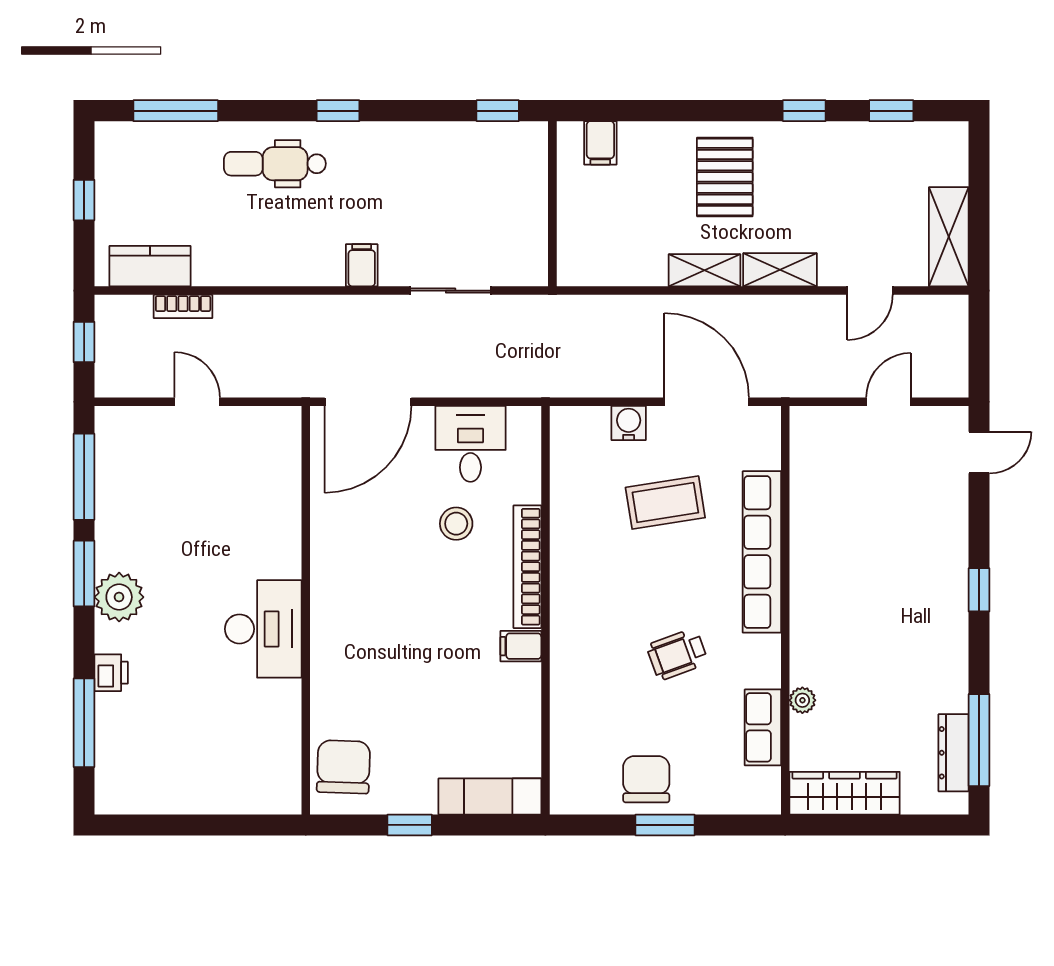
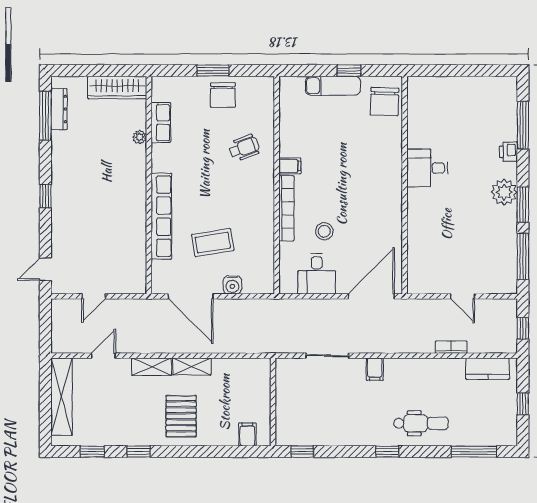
shelving: (949, 237) -> (62, 397), width x1.47
bookcase: (183, 306) -> (451, 347), moved
desk: (263, 629) -> (427, 168), width x0.73
wheelchair: (677, 654) -> (244, 148), moved
exam couch: (490, 796) -> (333, 86), moved

